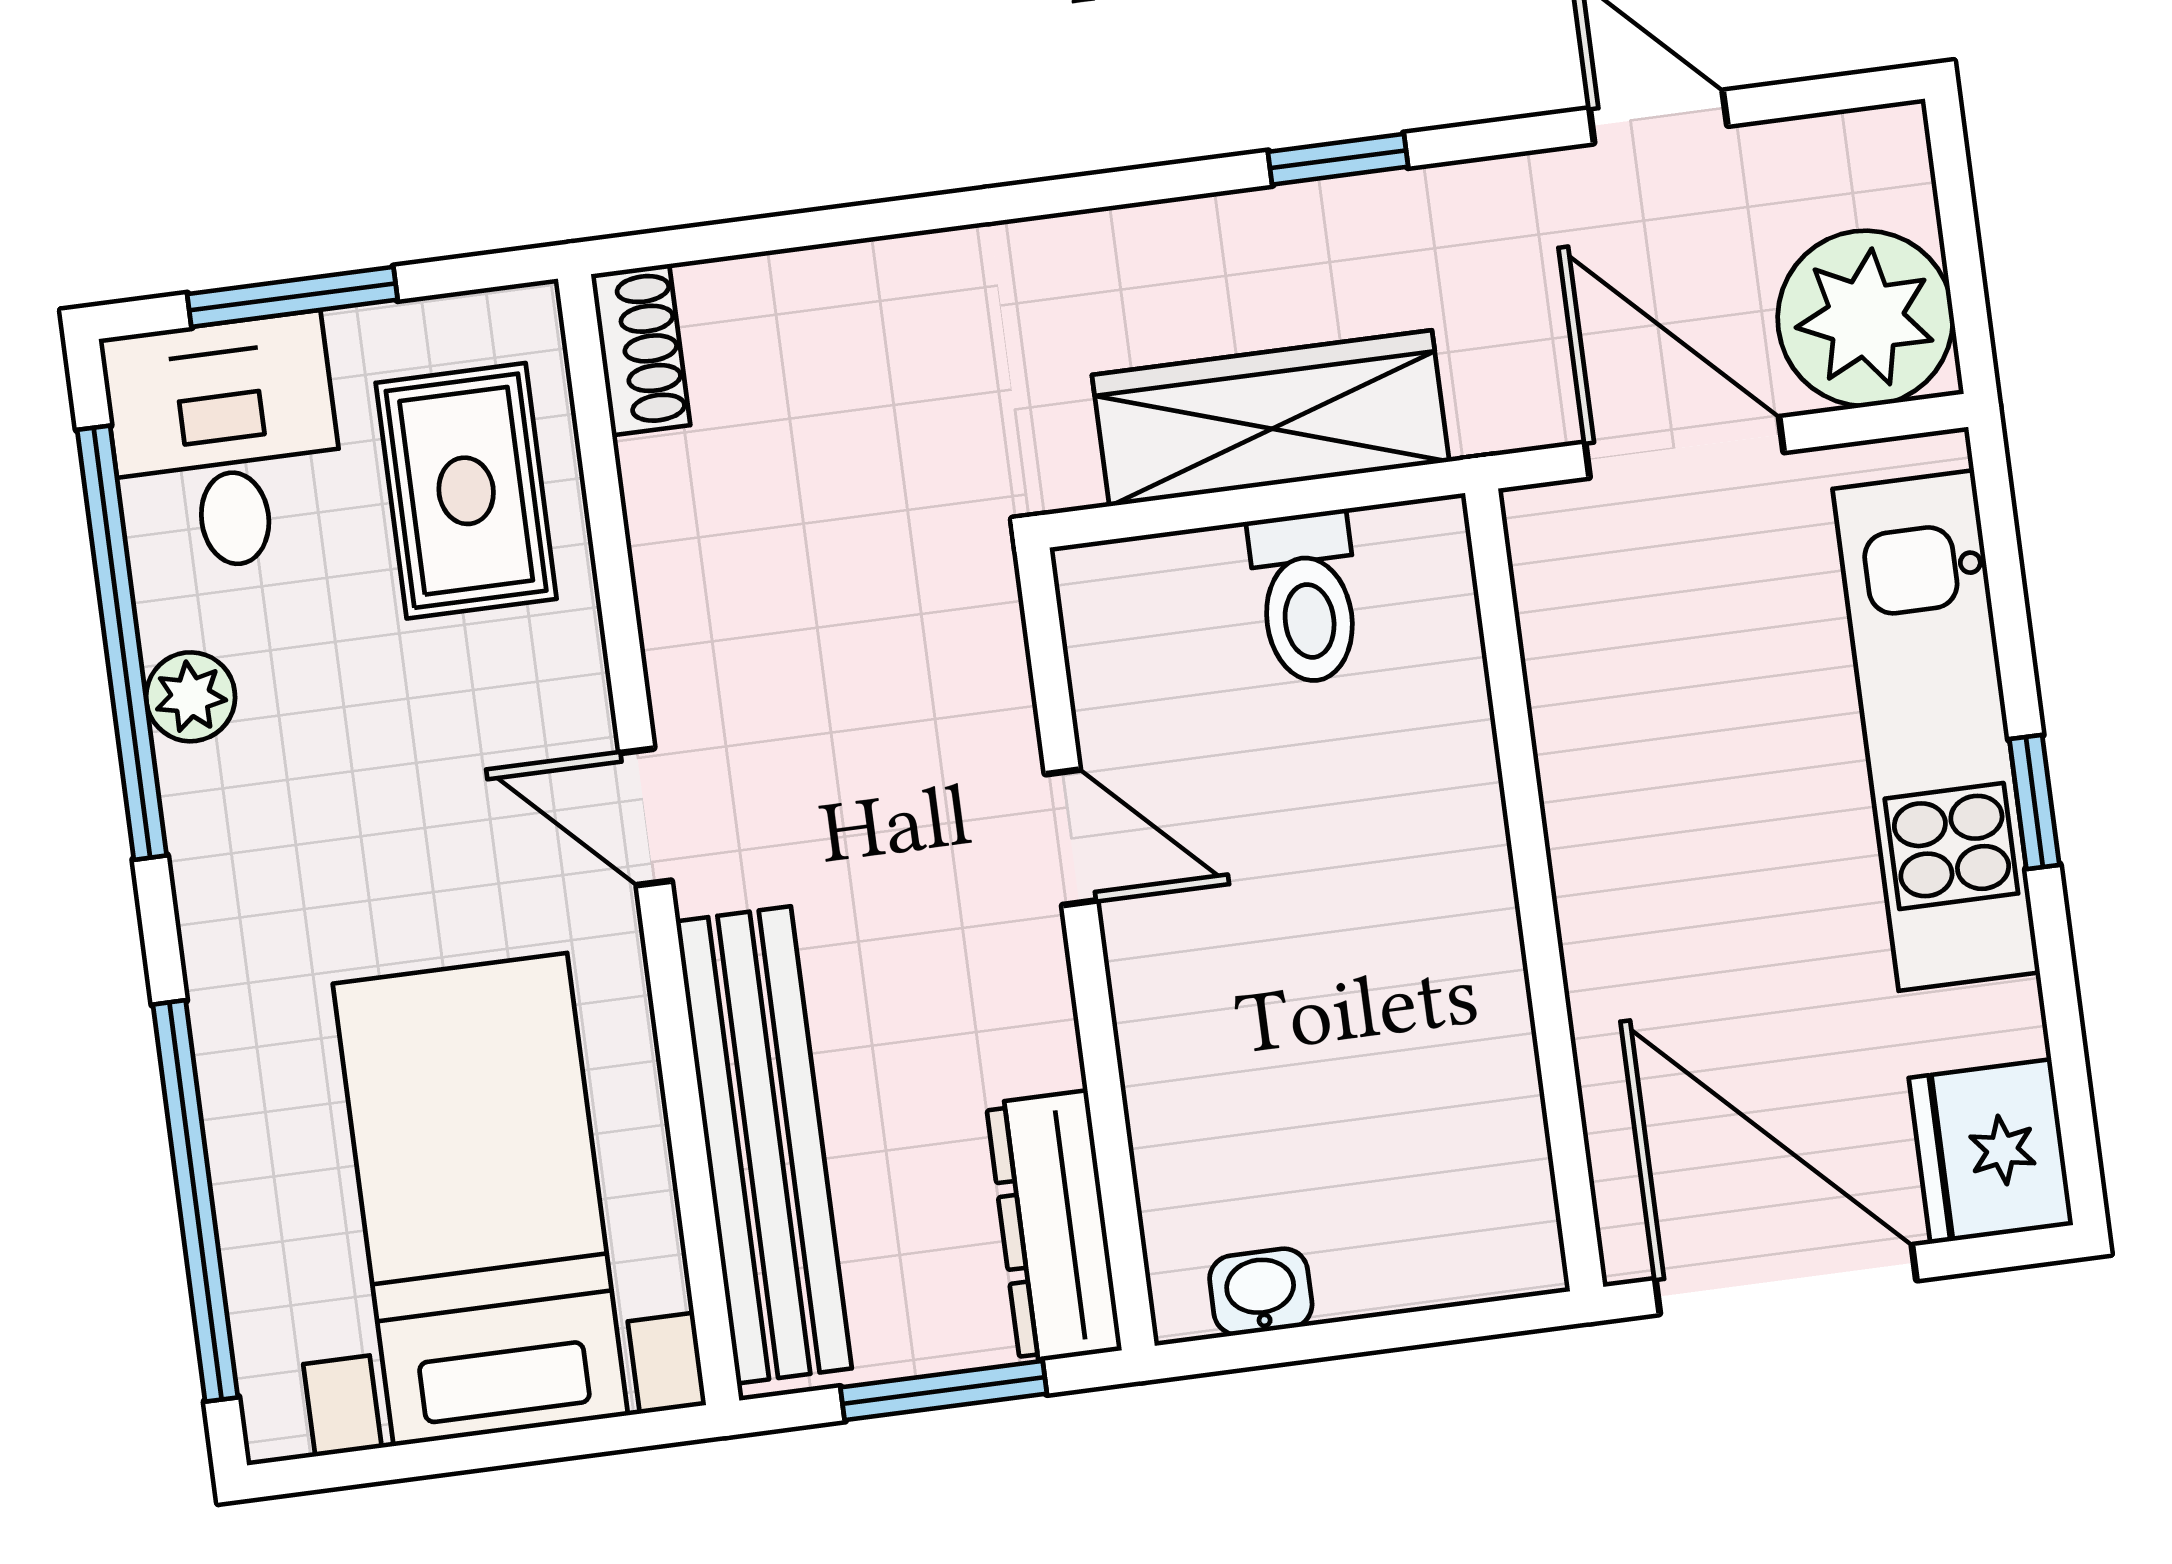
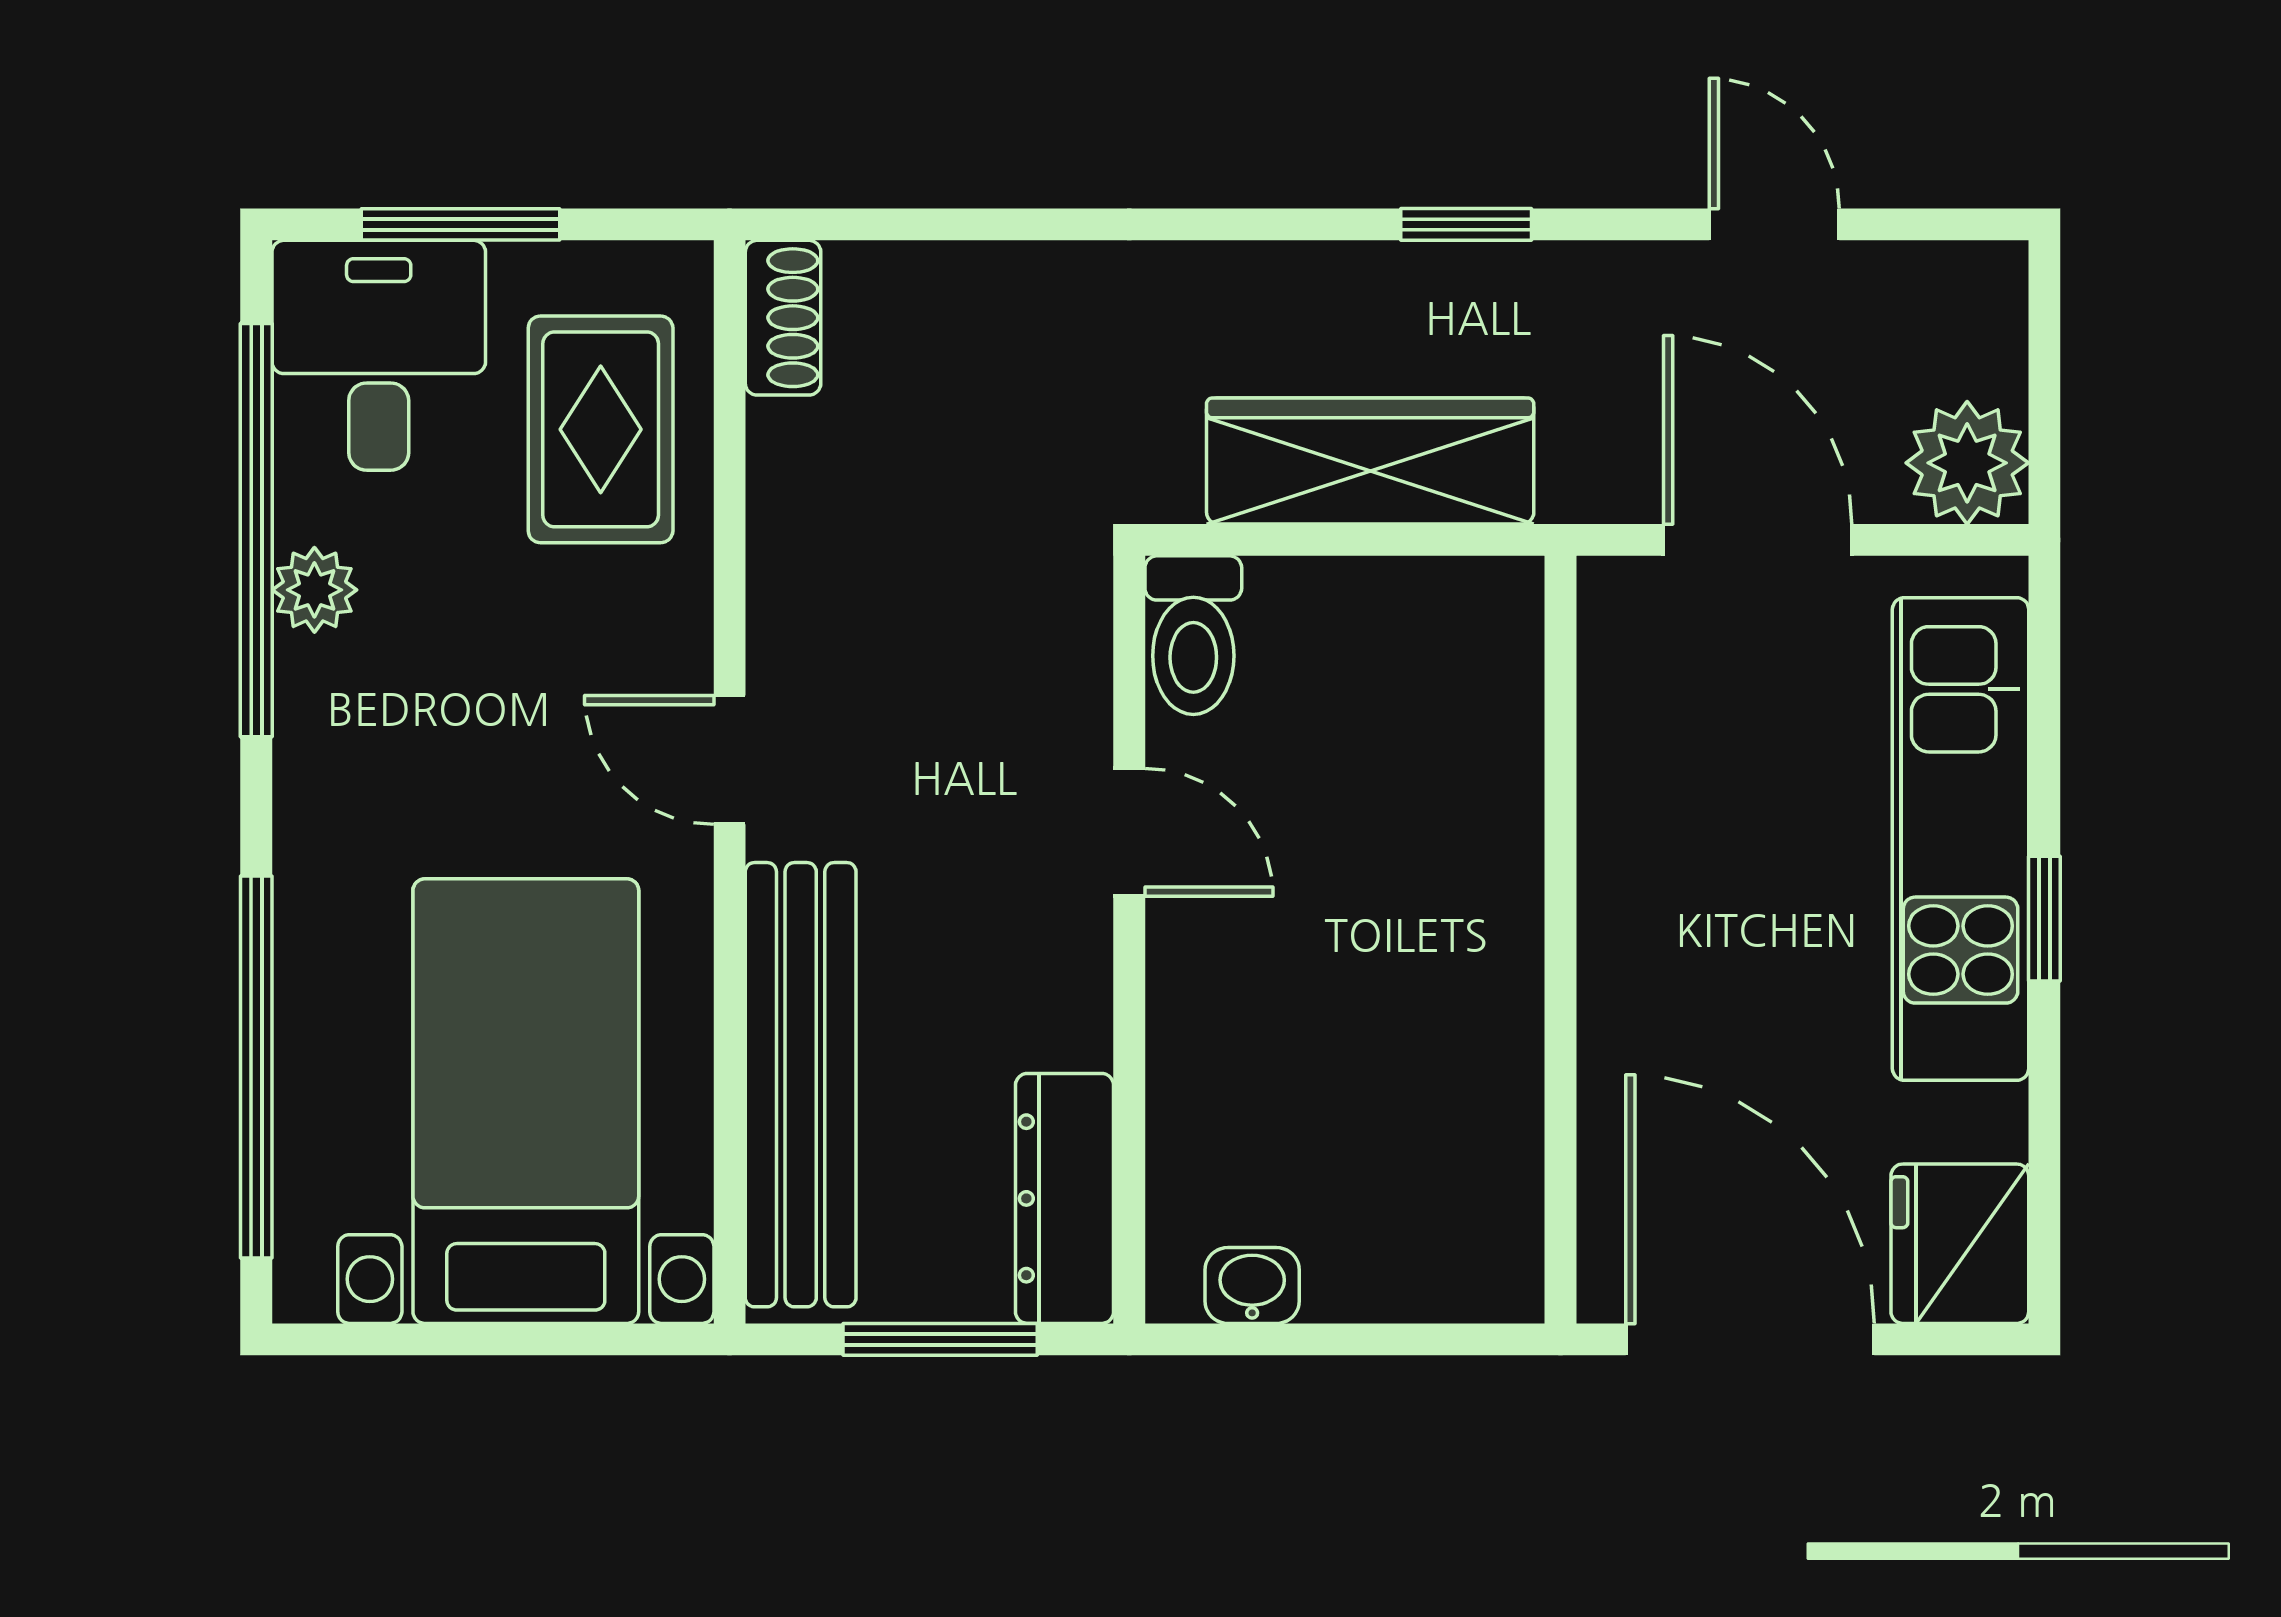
plant: (1865, 318) -> (1967, 463), width x0.73, depth x0.73
toilet: (1307, 598) -> (1193, 635), moved

